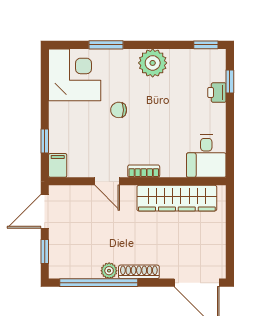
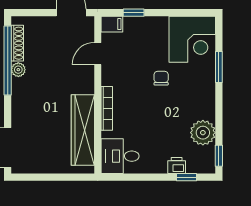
plant: (153, 63) -> (203, 133), moved
bookcase: (144, 171) -> (107, 108), width x1.56
door: (107, 181) -> (98, 54), moved
window: (45, 251) -> (35, 13), removed
shoe rack: (139, 272) -> (17, 43), moved

